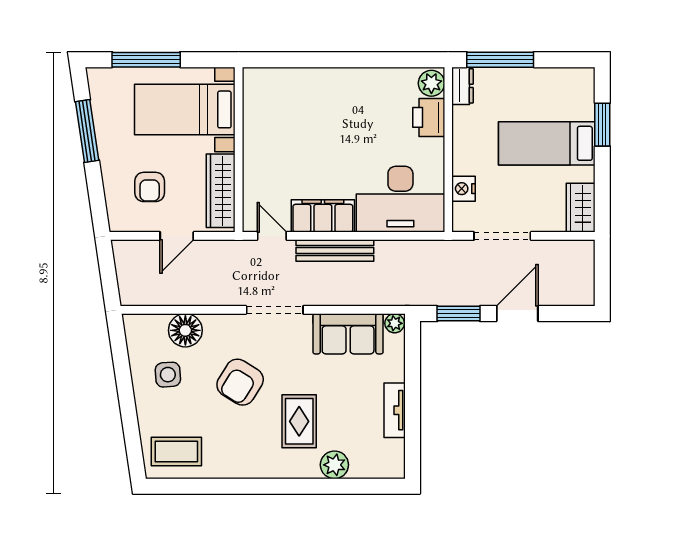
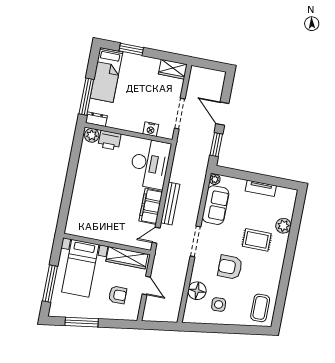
bed: (547, 143) -> (106, 75), moved
armchair: (240, 382) -> (230, 267), turned 148

